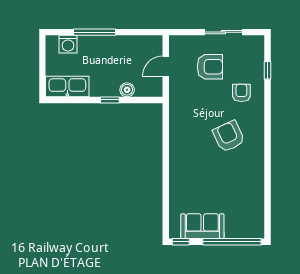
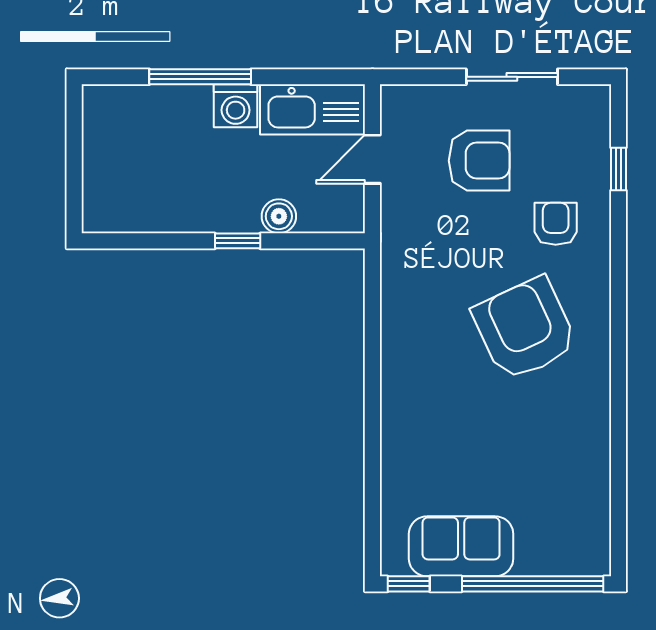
washing machine: (68, 44) -> (236, 106), moved
kitchen sink: (67, 86) -> (313, 109), moved, turned 180
armchair: (229, 136) -> (525, 329), width x1.36, depth x1.36

